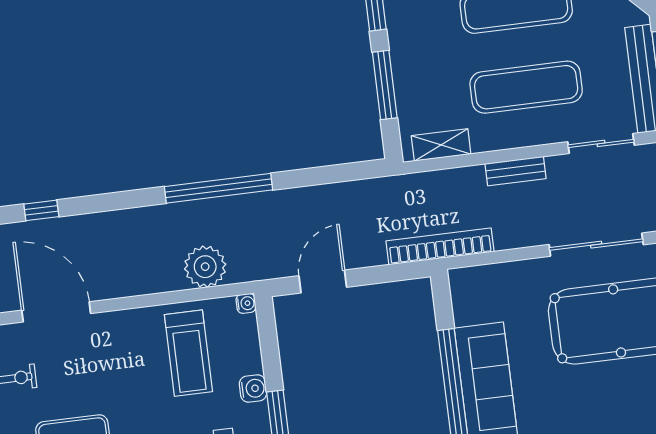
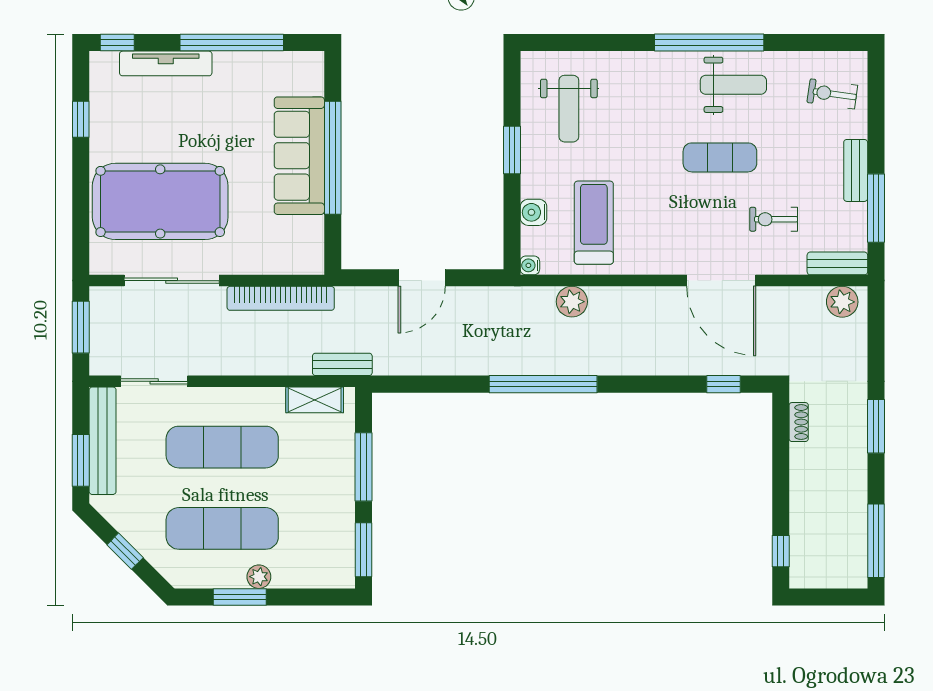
bench: (516, 171) -> (342, 364), moved
bookcase: (440, 246) -> (281, 298), moved
plant: (205, 267) -> (572, 302), width x0.73, depth x0.73
door: (323, 281) -> (422, 278), moved
water cooler: (253, 388) -> (534, 212), moved

